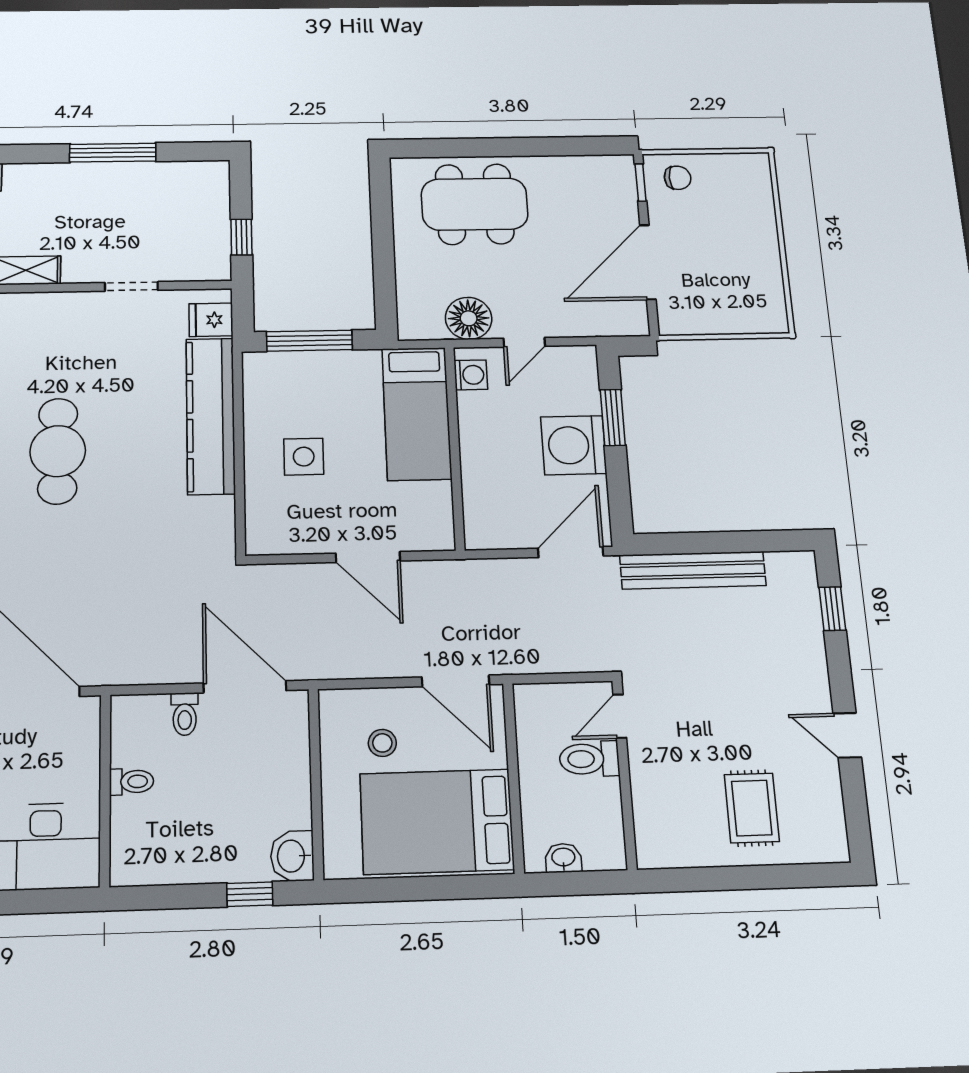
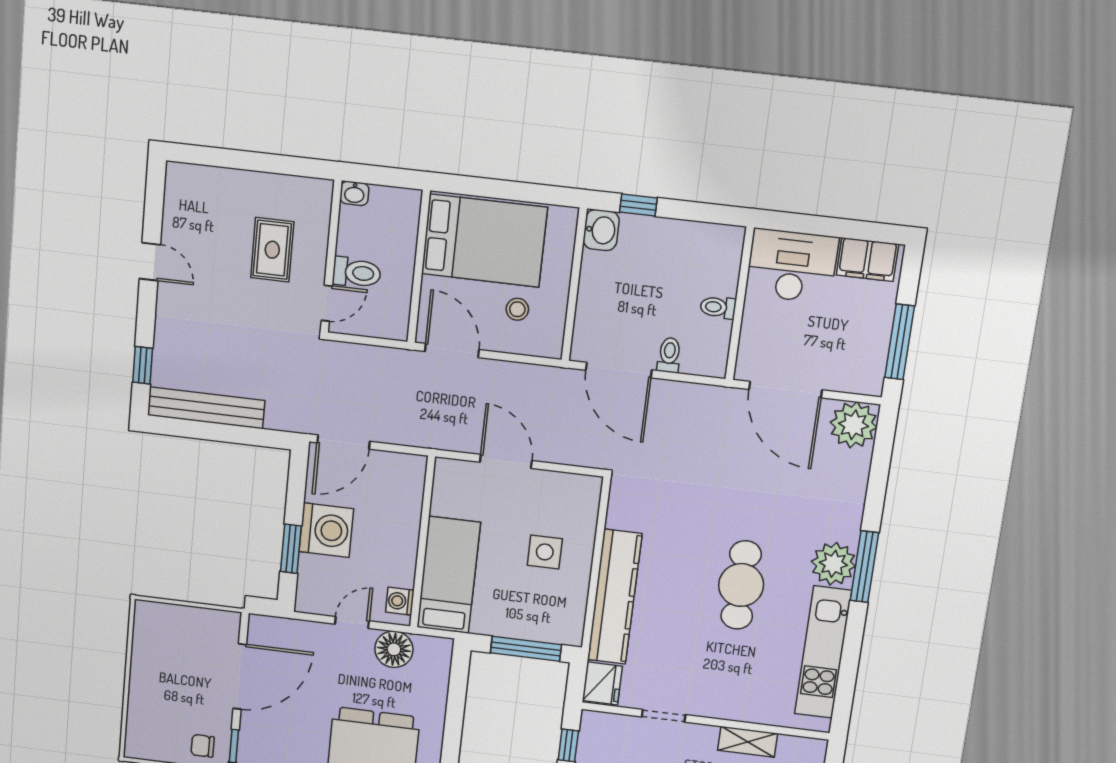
fridge: (211, 320) -> (602, 683), width x1.38
bench: (693, 570) -> (206, 408), moved
rug: (752, 808) -> (272, 250), moved
washbasin: (563, 858) -> (354, 193), moved

